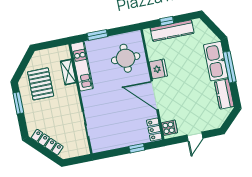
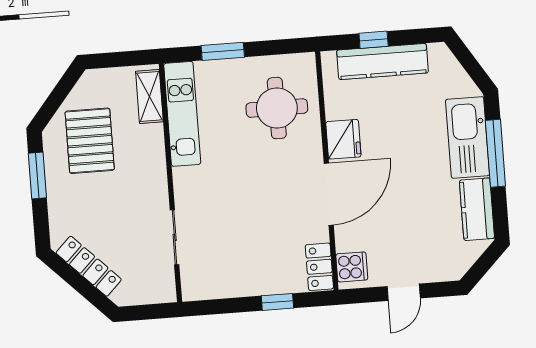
shelving: (68, 72) -> (149, 97), moved
door: (155, 95) -> (329, 194), swing flipped

